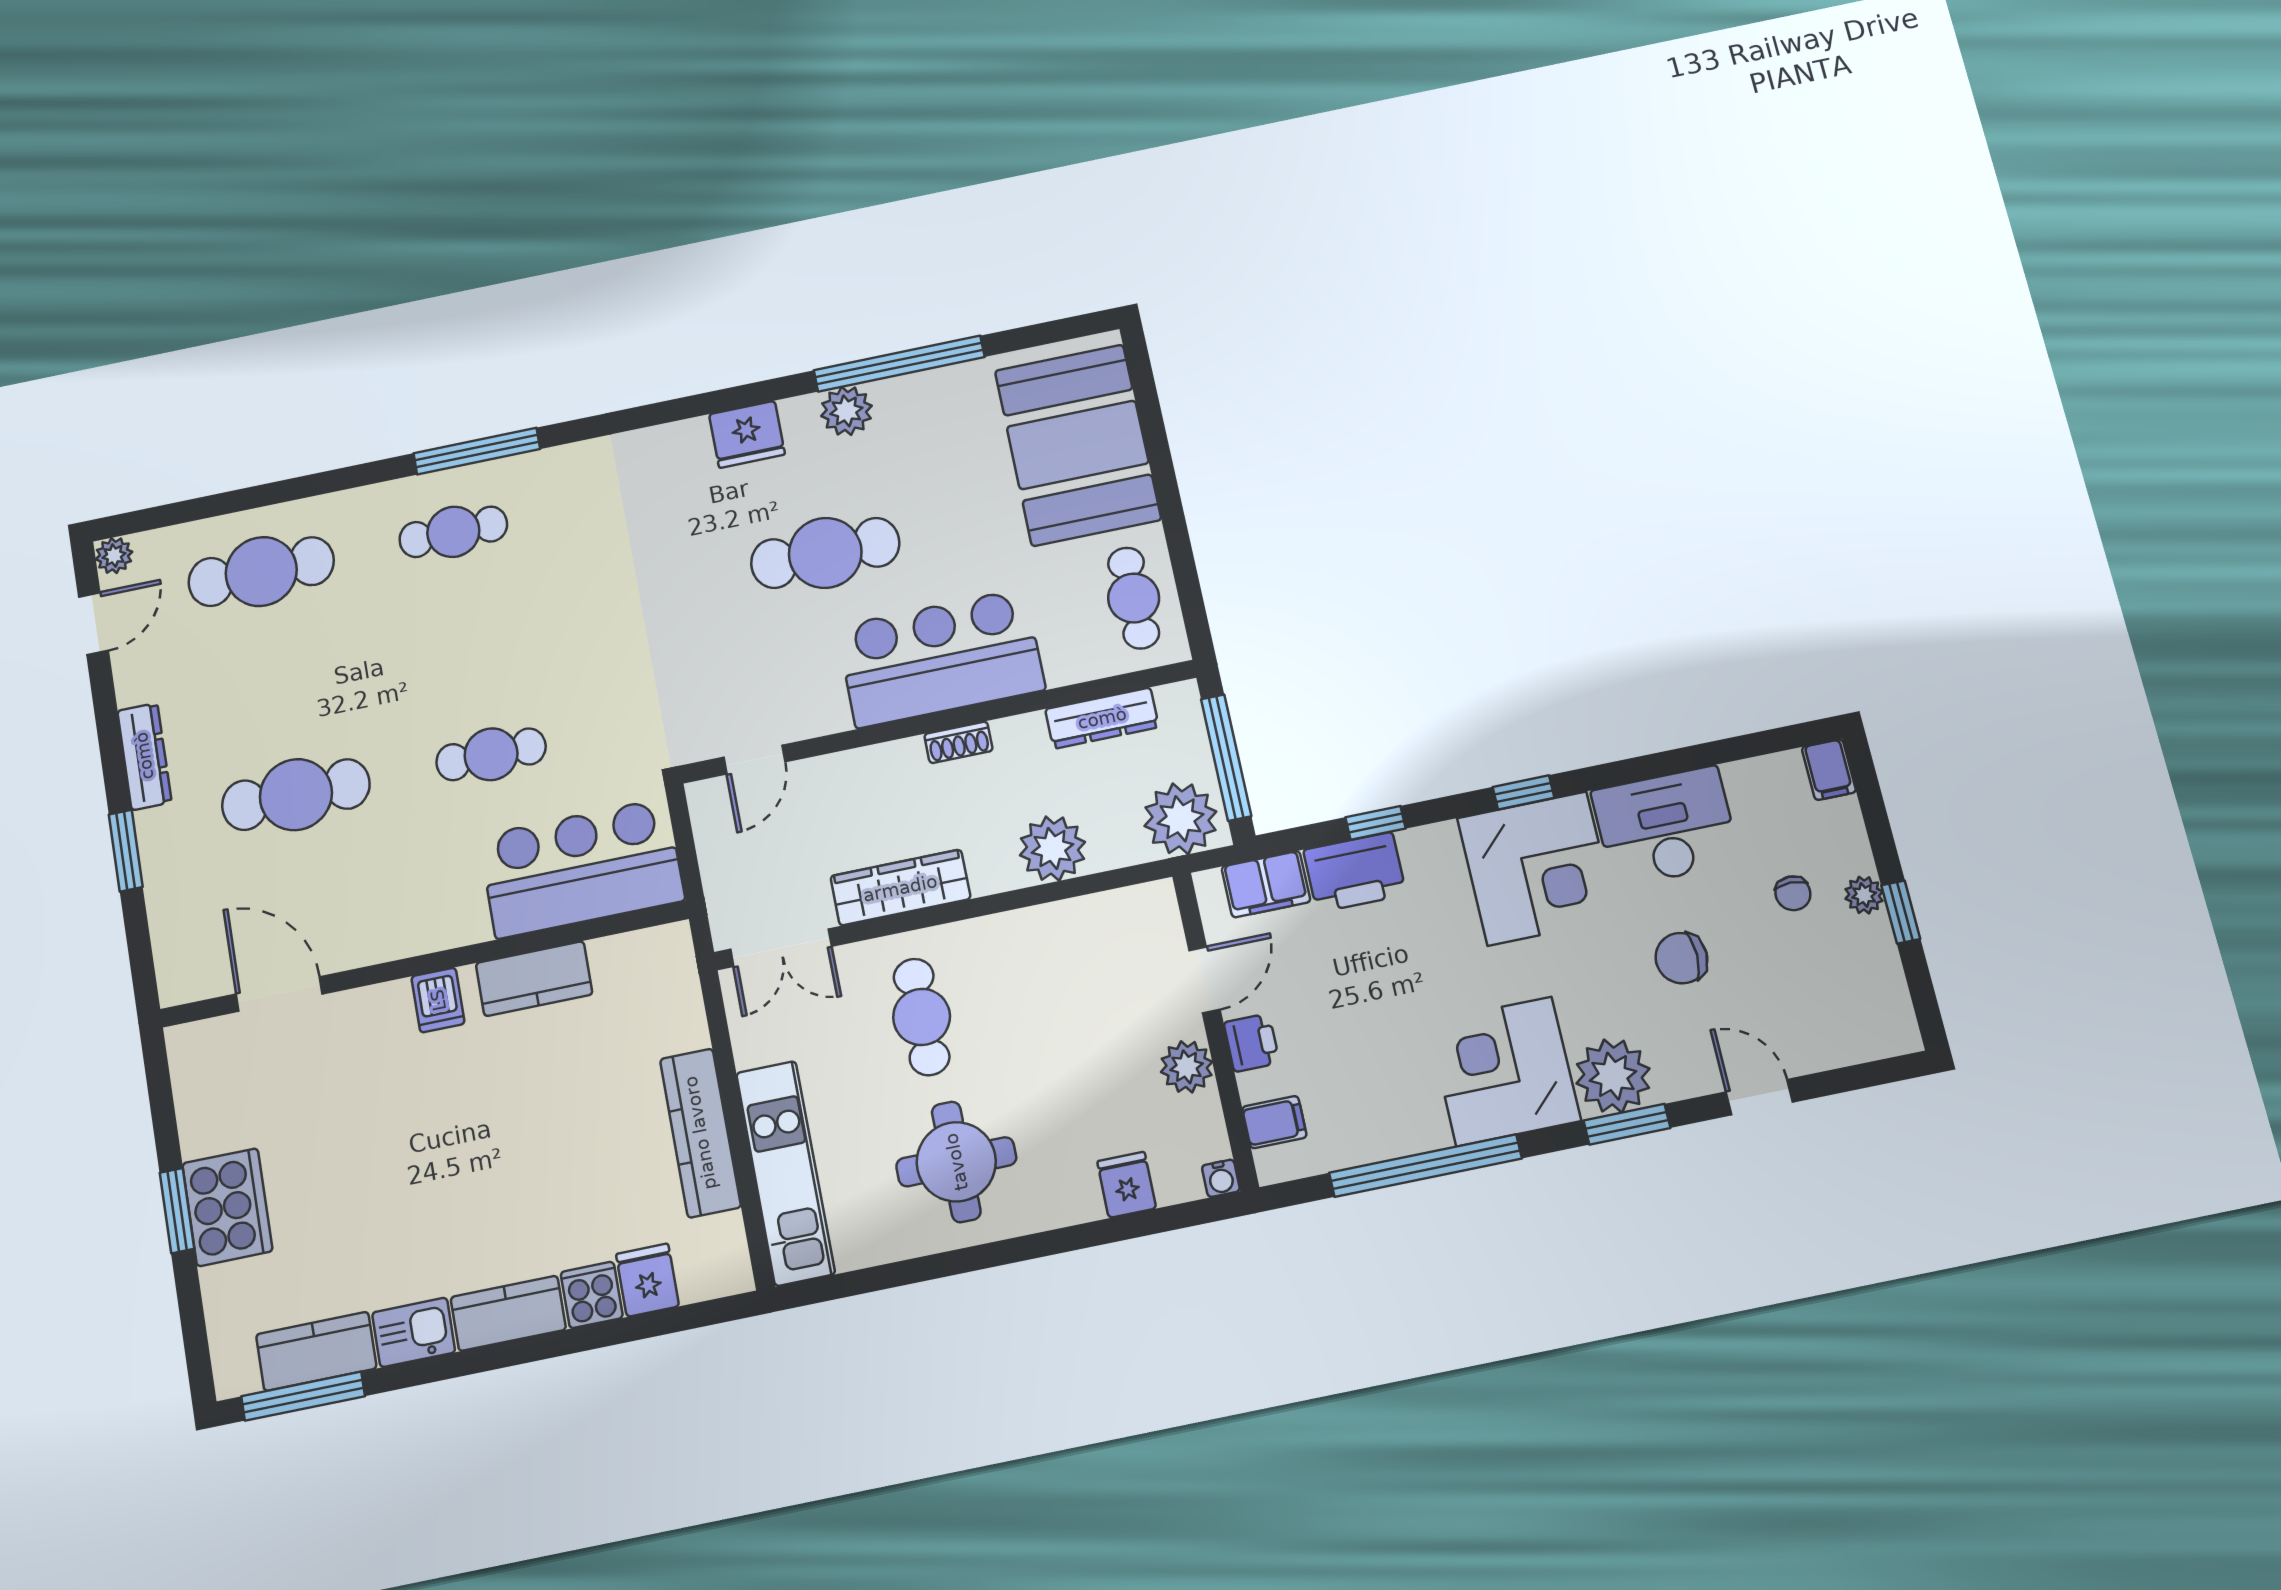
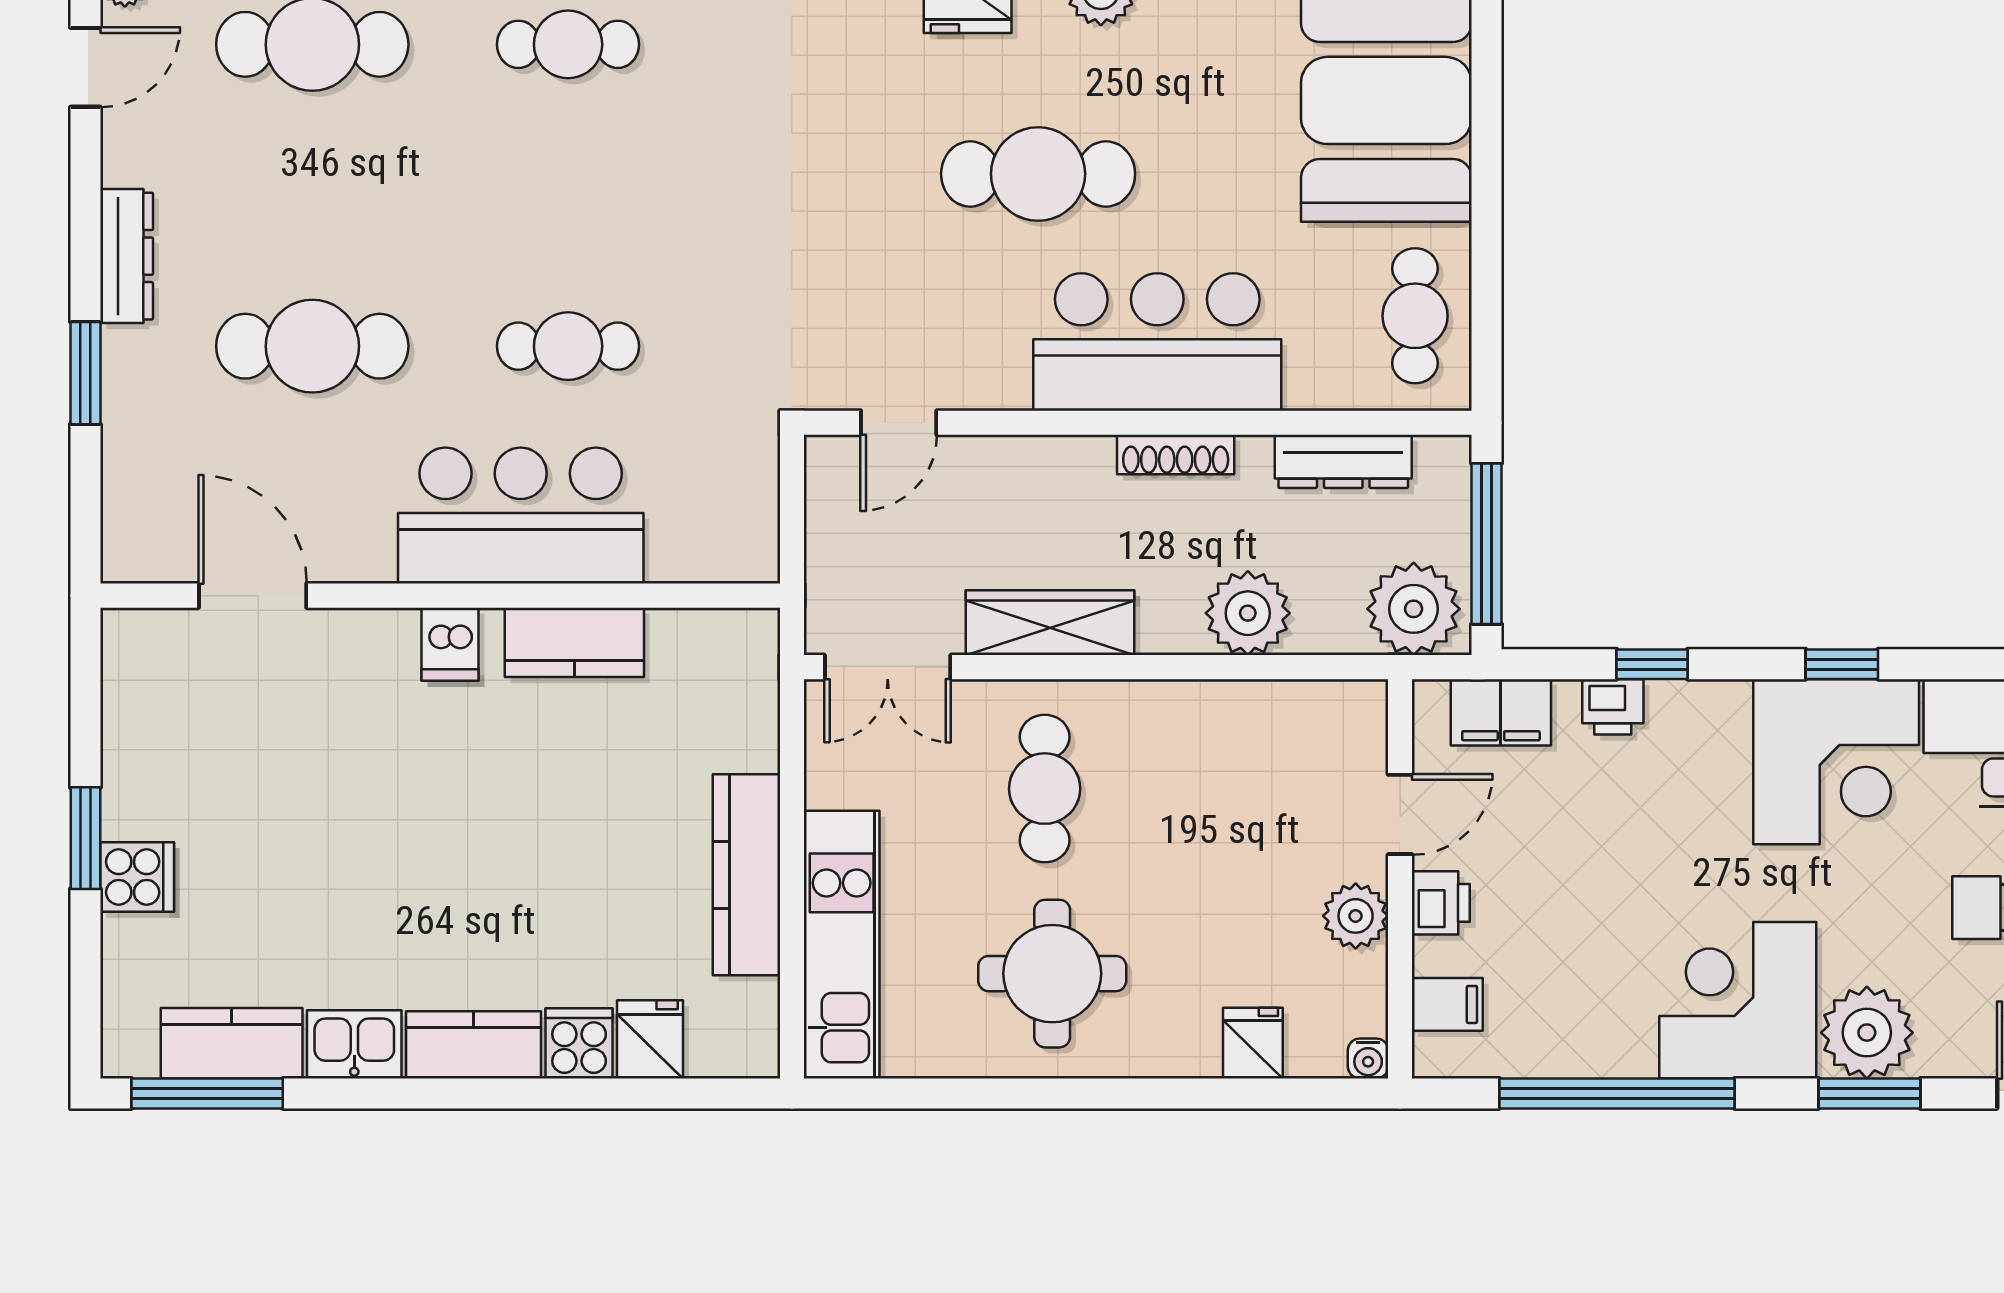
shoe rack: (958, 742) -> (1176, 455), width x1.43
bar counter: (582, 868) -> (521, 516), moved
printer: (1355, 872) -> (1613, 707), width x0.53, depth x0.68
cooker: (227, 1207) -> (137, 877), width x0.53, depth x0.76

